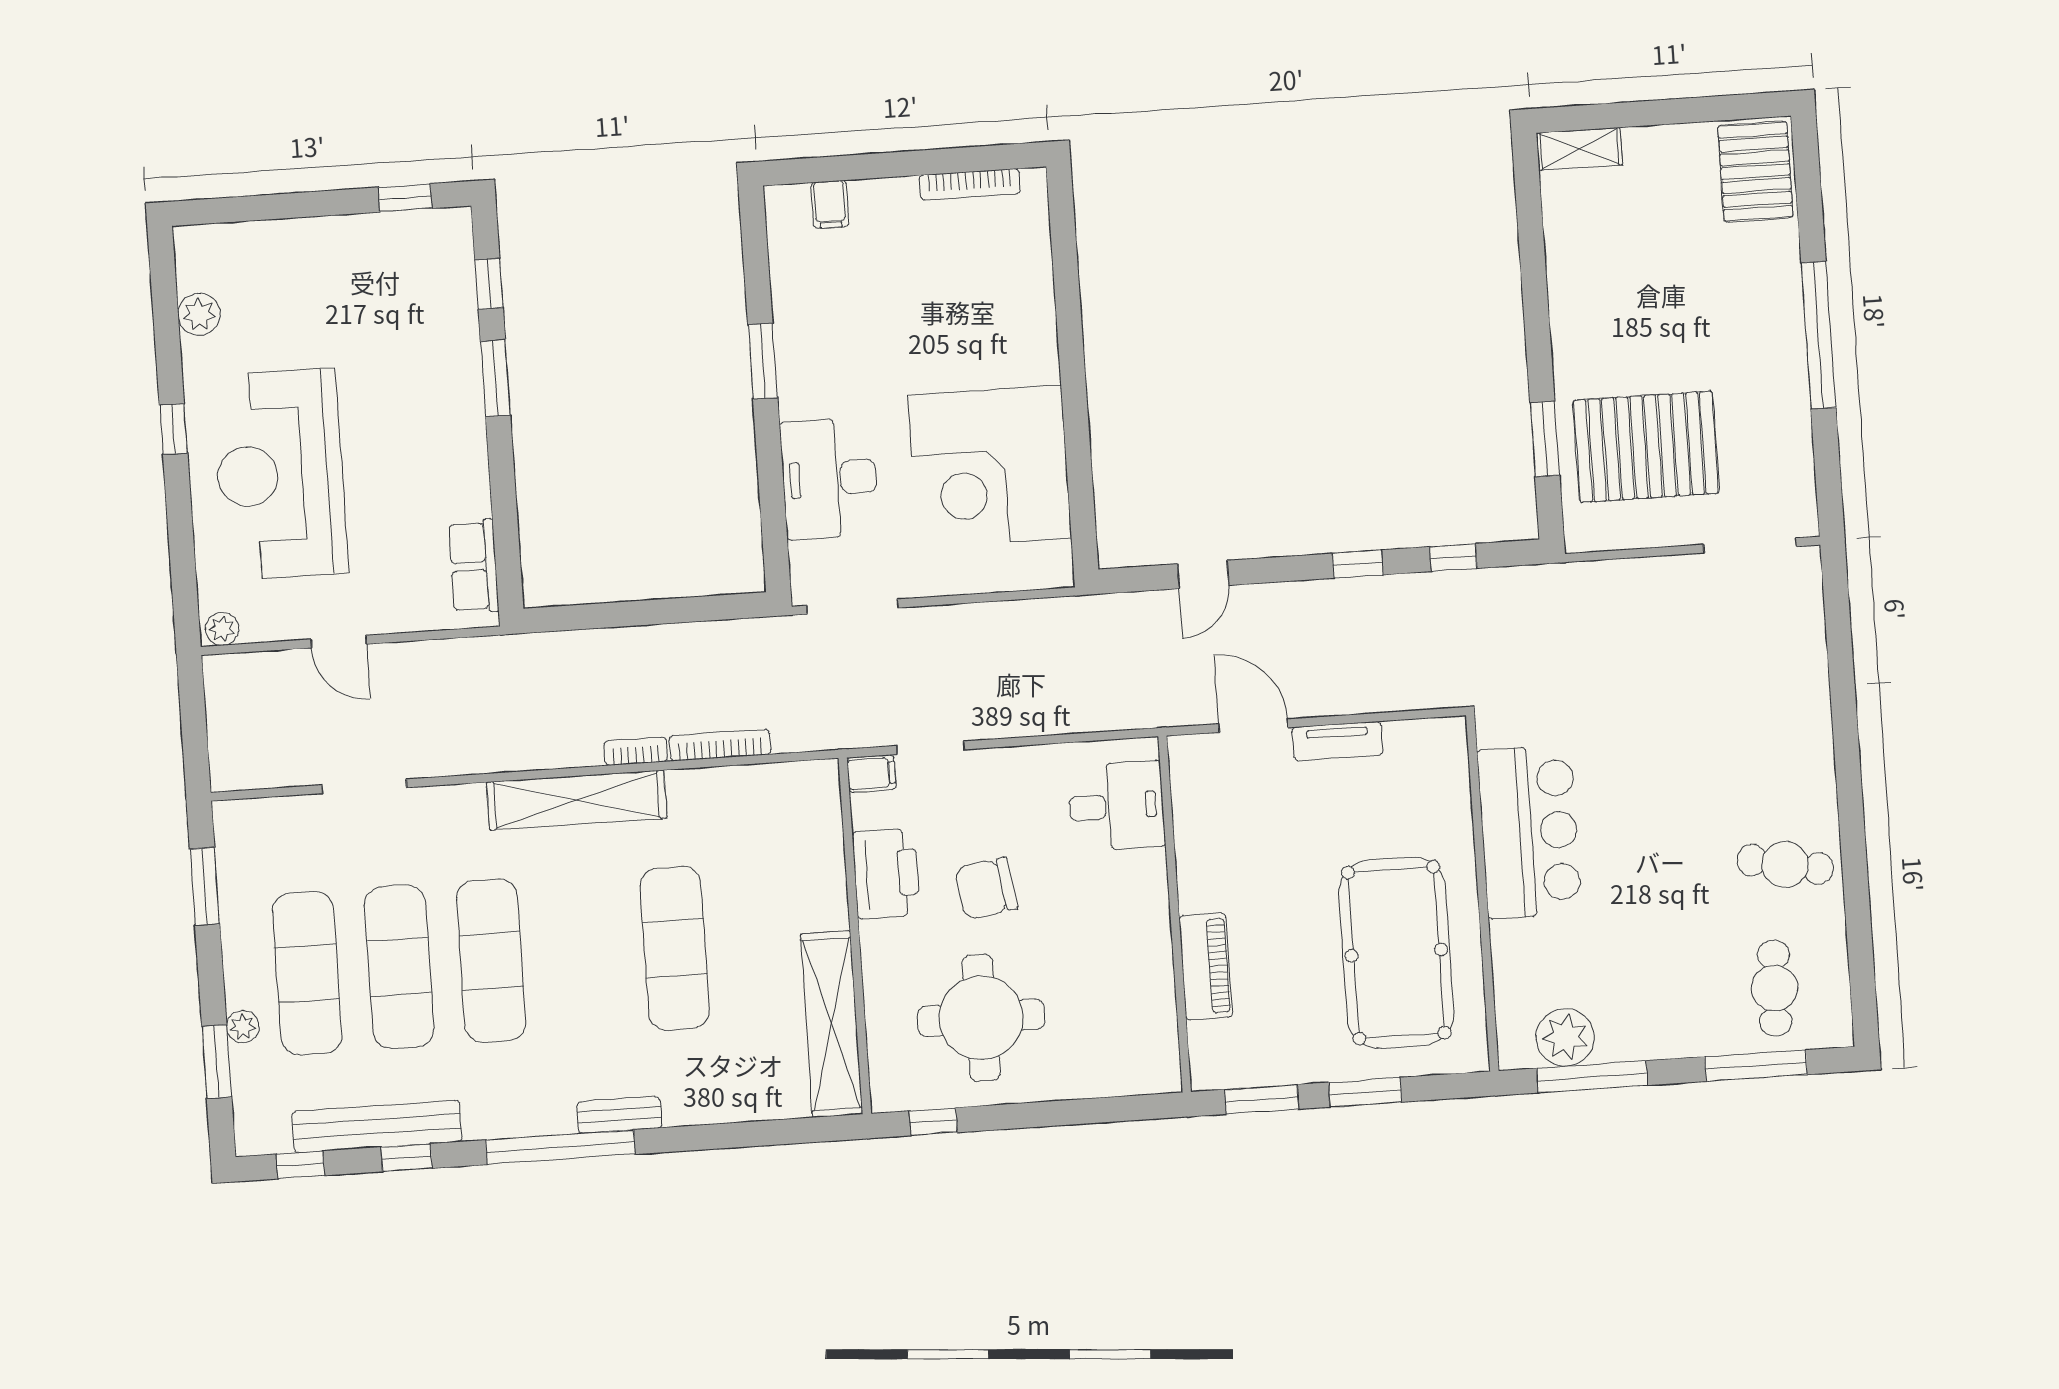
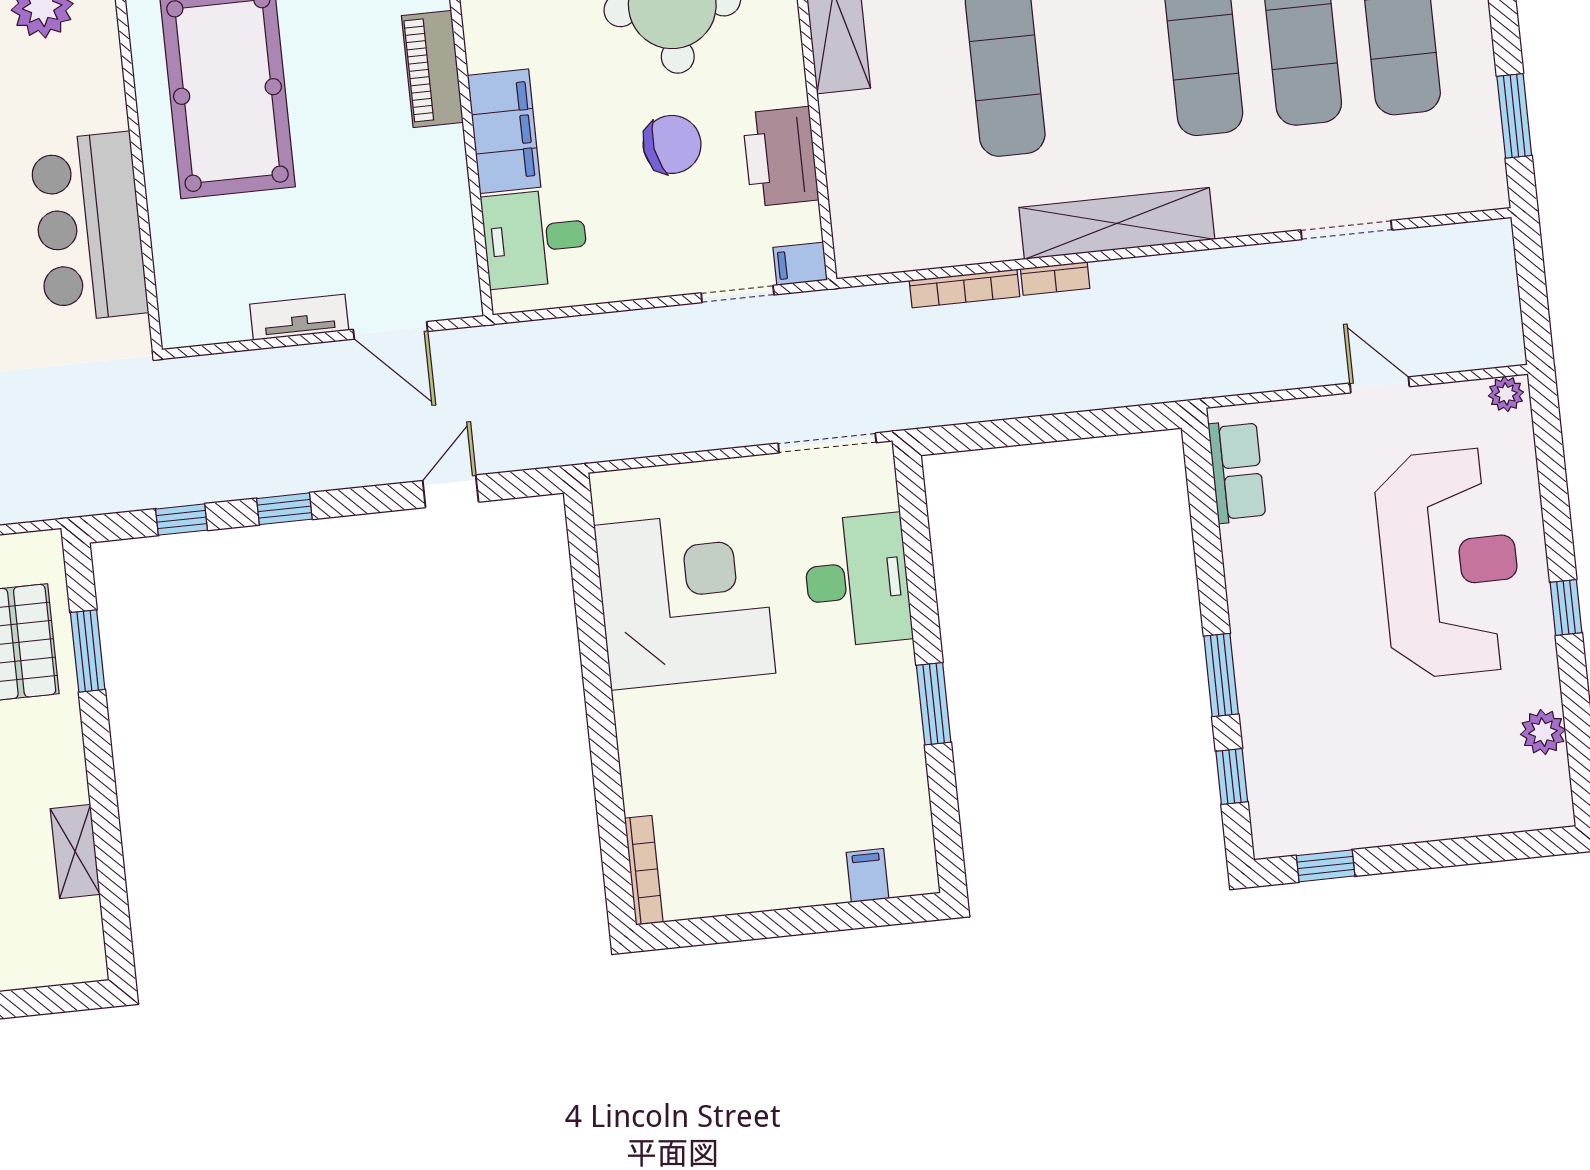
shelving: (1579, 149) -> (75, 852), moved, turned 90
bookcase: (970, 184) -> (644, 870), moved, turned 90
filing cabinet: (1141, 906) -> (504, 131), added

